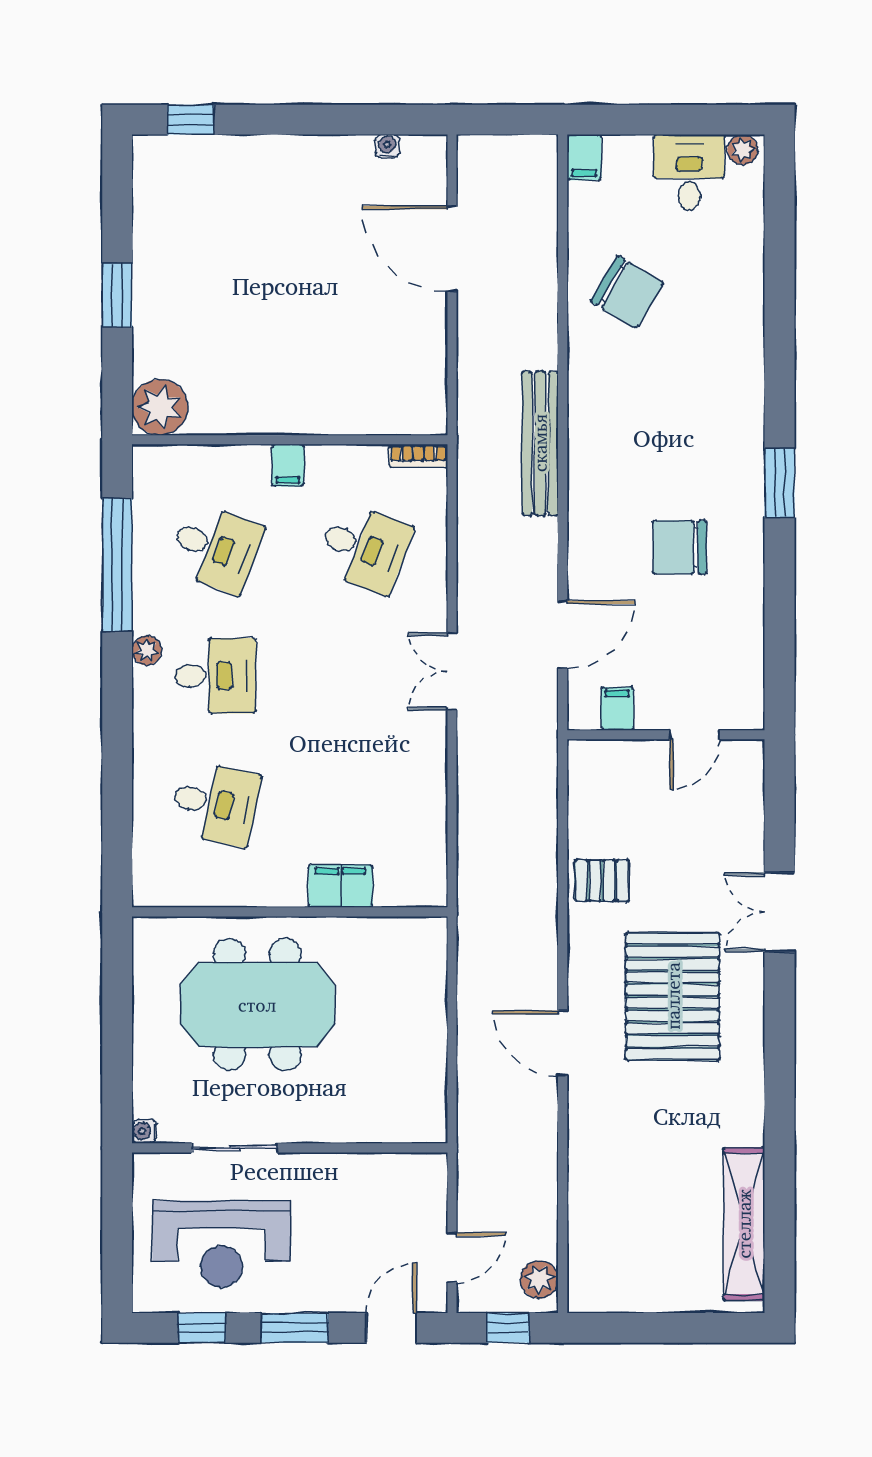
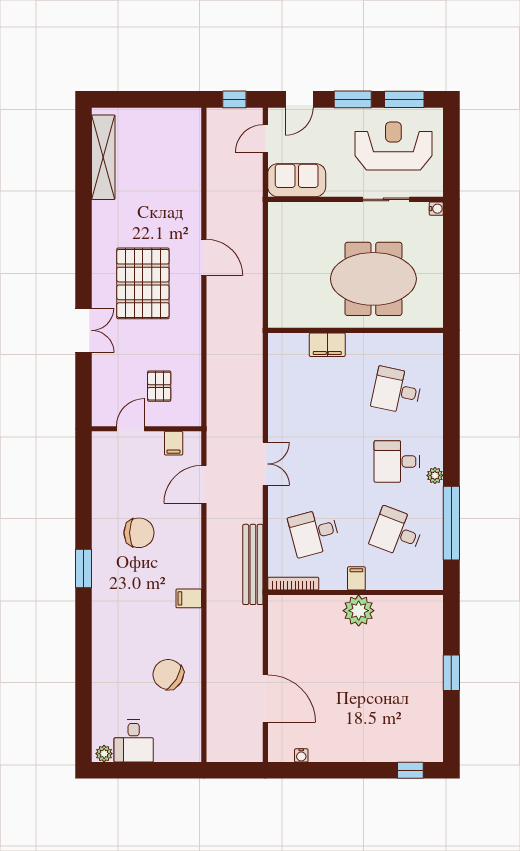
filing cabinet: (584, 157) -> (189, 598), moved, turned -90
plant: (160, 407) -> (359, 611), moved
bench: (540, 443) -> (253, 564), moved
bookcase: (418, 456) -> (293, 584), width x1.56
desk: (364, 548) -> (314, 532), turned -36
pallet: (602, 881) -> (159, 386), moved, turned 90
sofa: (396, 1182) -> (297, 180), added
plant: (539, 1280) -> (217, 126), removed
window: (202, 1328) -> (404, 99), width x1.50

